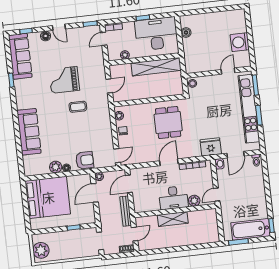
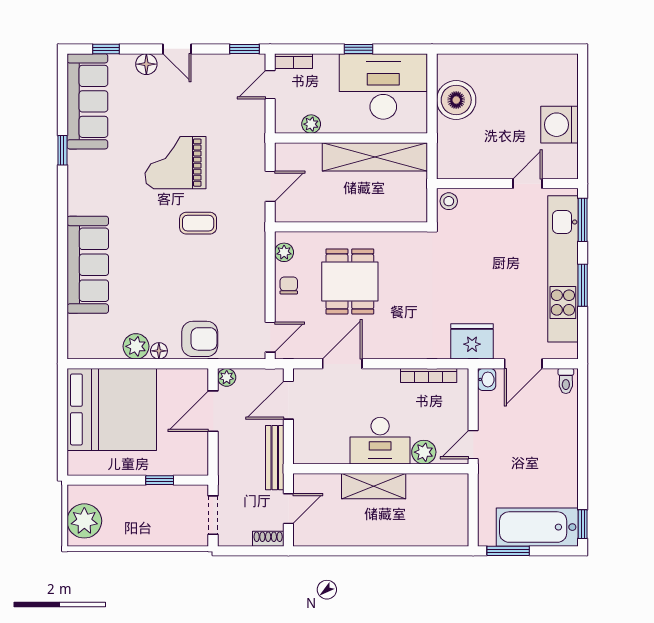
boiler: (186, 32) -> (456, 100), width x1.86, depth x1.86
dining table: (168, 123) -> (350, 281), moved
door: (169, 162) -> (342, 364), moved

